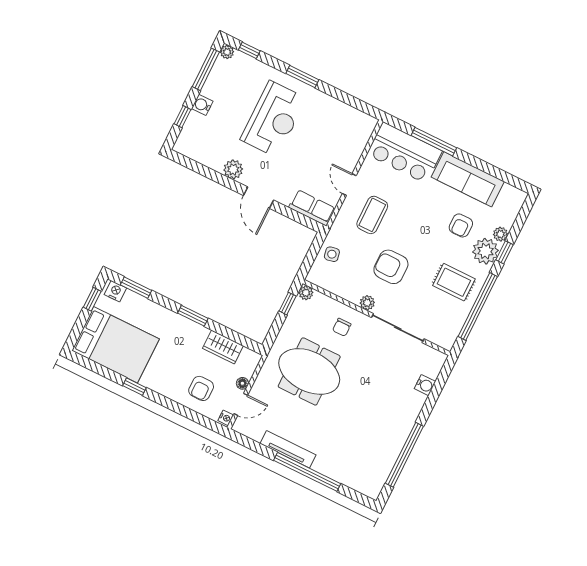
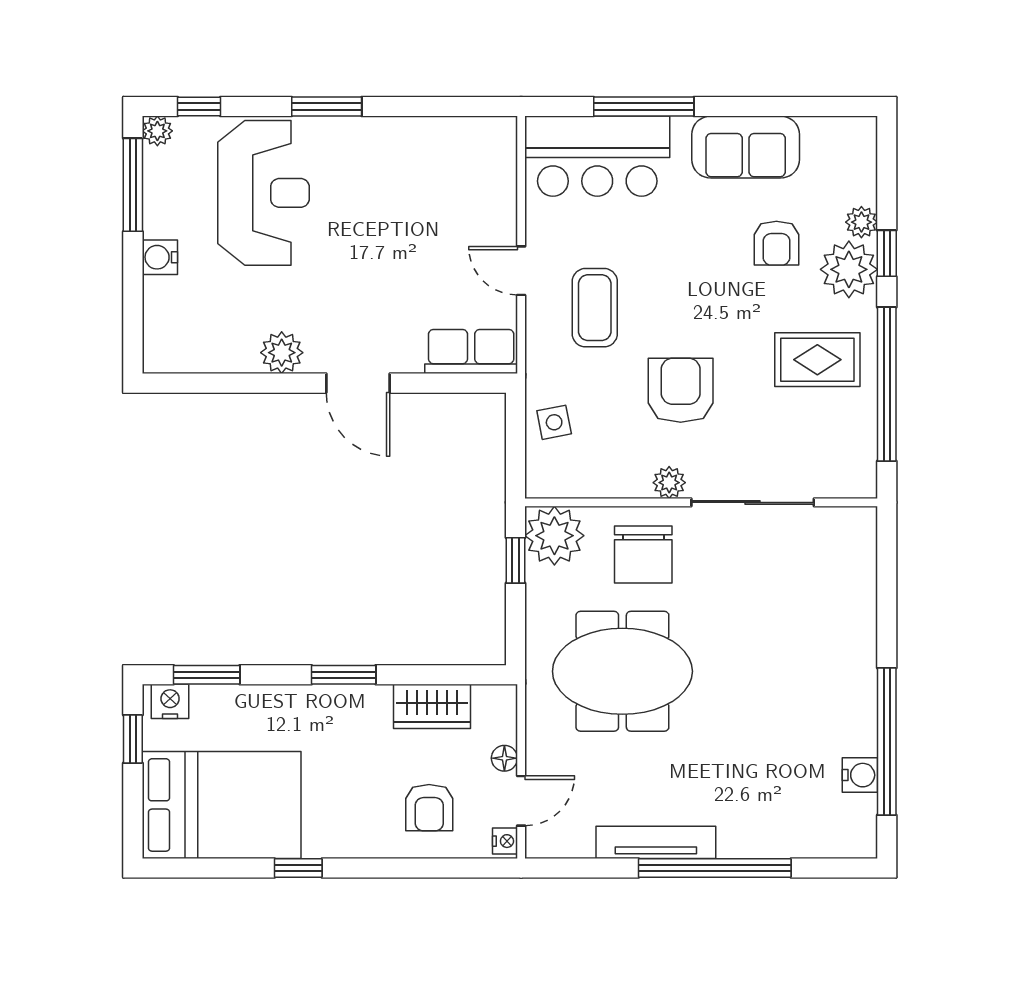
window: (182, 117) -> (133, 299), removed
reception desk: (273, 119) -> (263, 193), moved
sofa: (468, 179) -> (746, 147), width x0.73
armchair: (391, 267) -> (681, 390), turned 90
plant: (306, 293) -> (554, 536), width x1.87, depth x1.87
chair: (342, 327) -> (643, 554), width x1.87, depth x1.87
water cooler: (425, 385) -> (860, 775), moved

